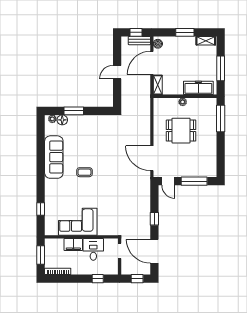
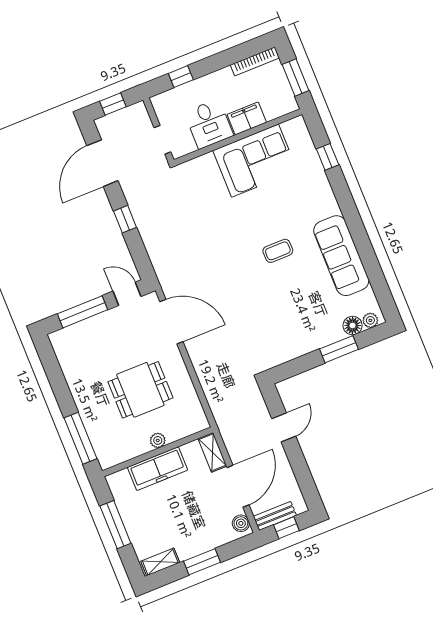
door: (117, 72) -> (284, 427), moved
freezer: (198, 88) -> (157, 469), moved
door: (154, 251) -> (102, 163), swing flipped

